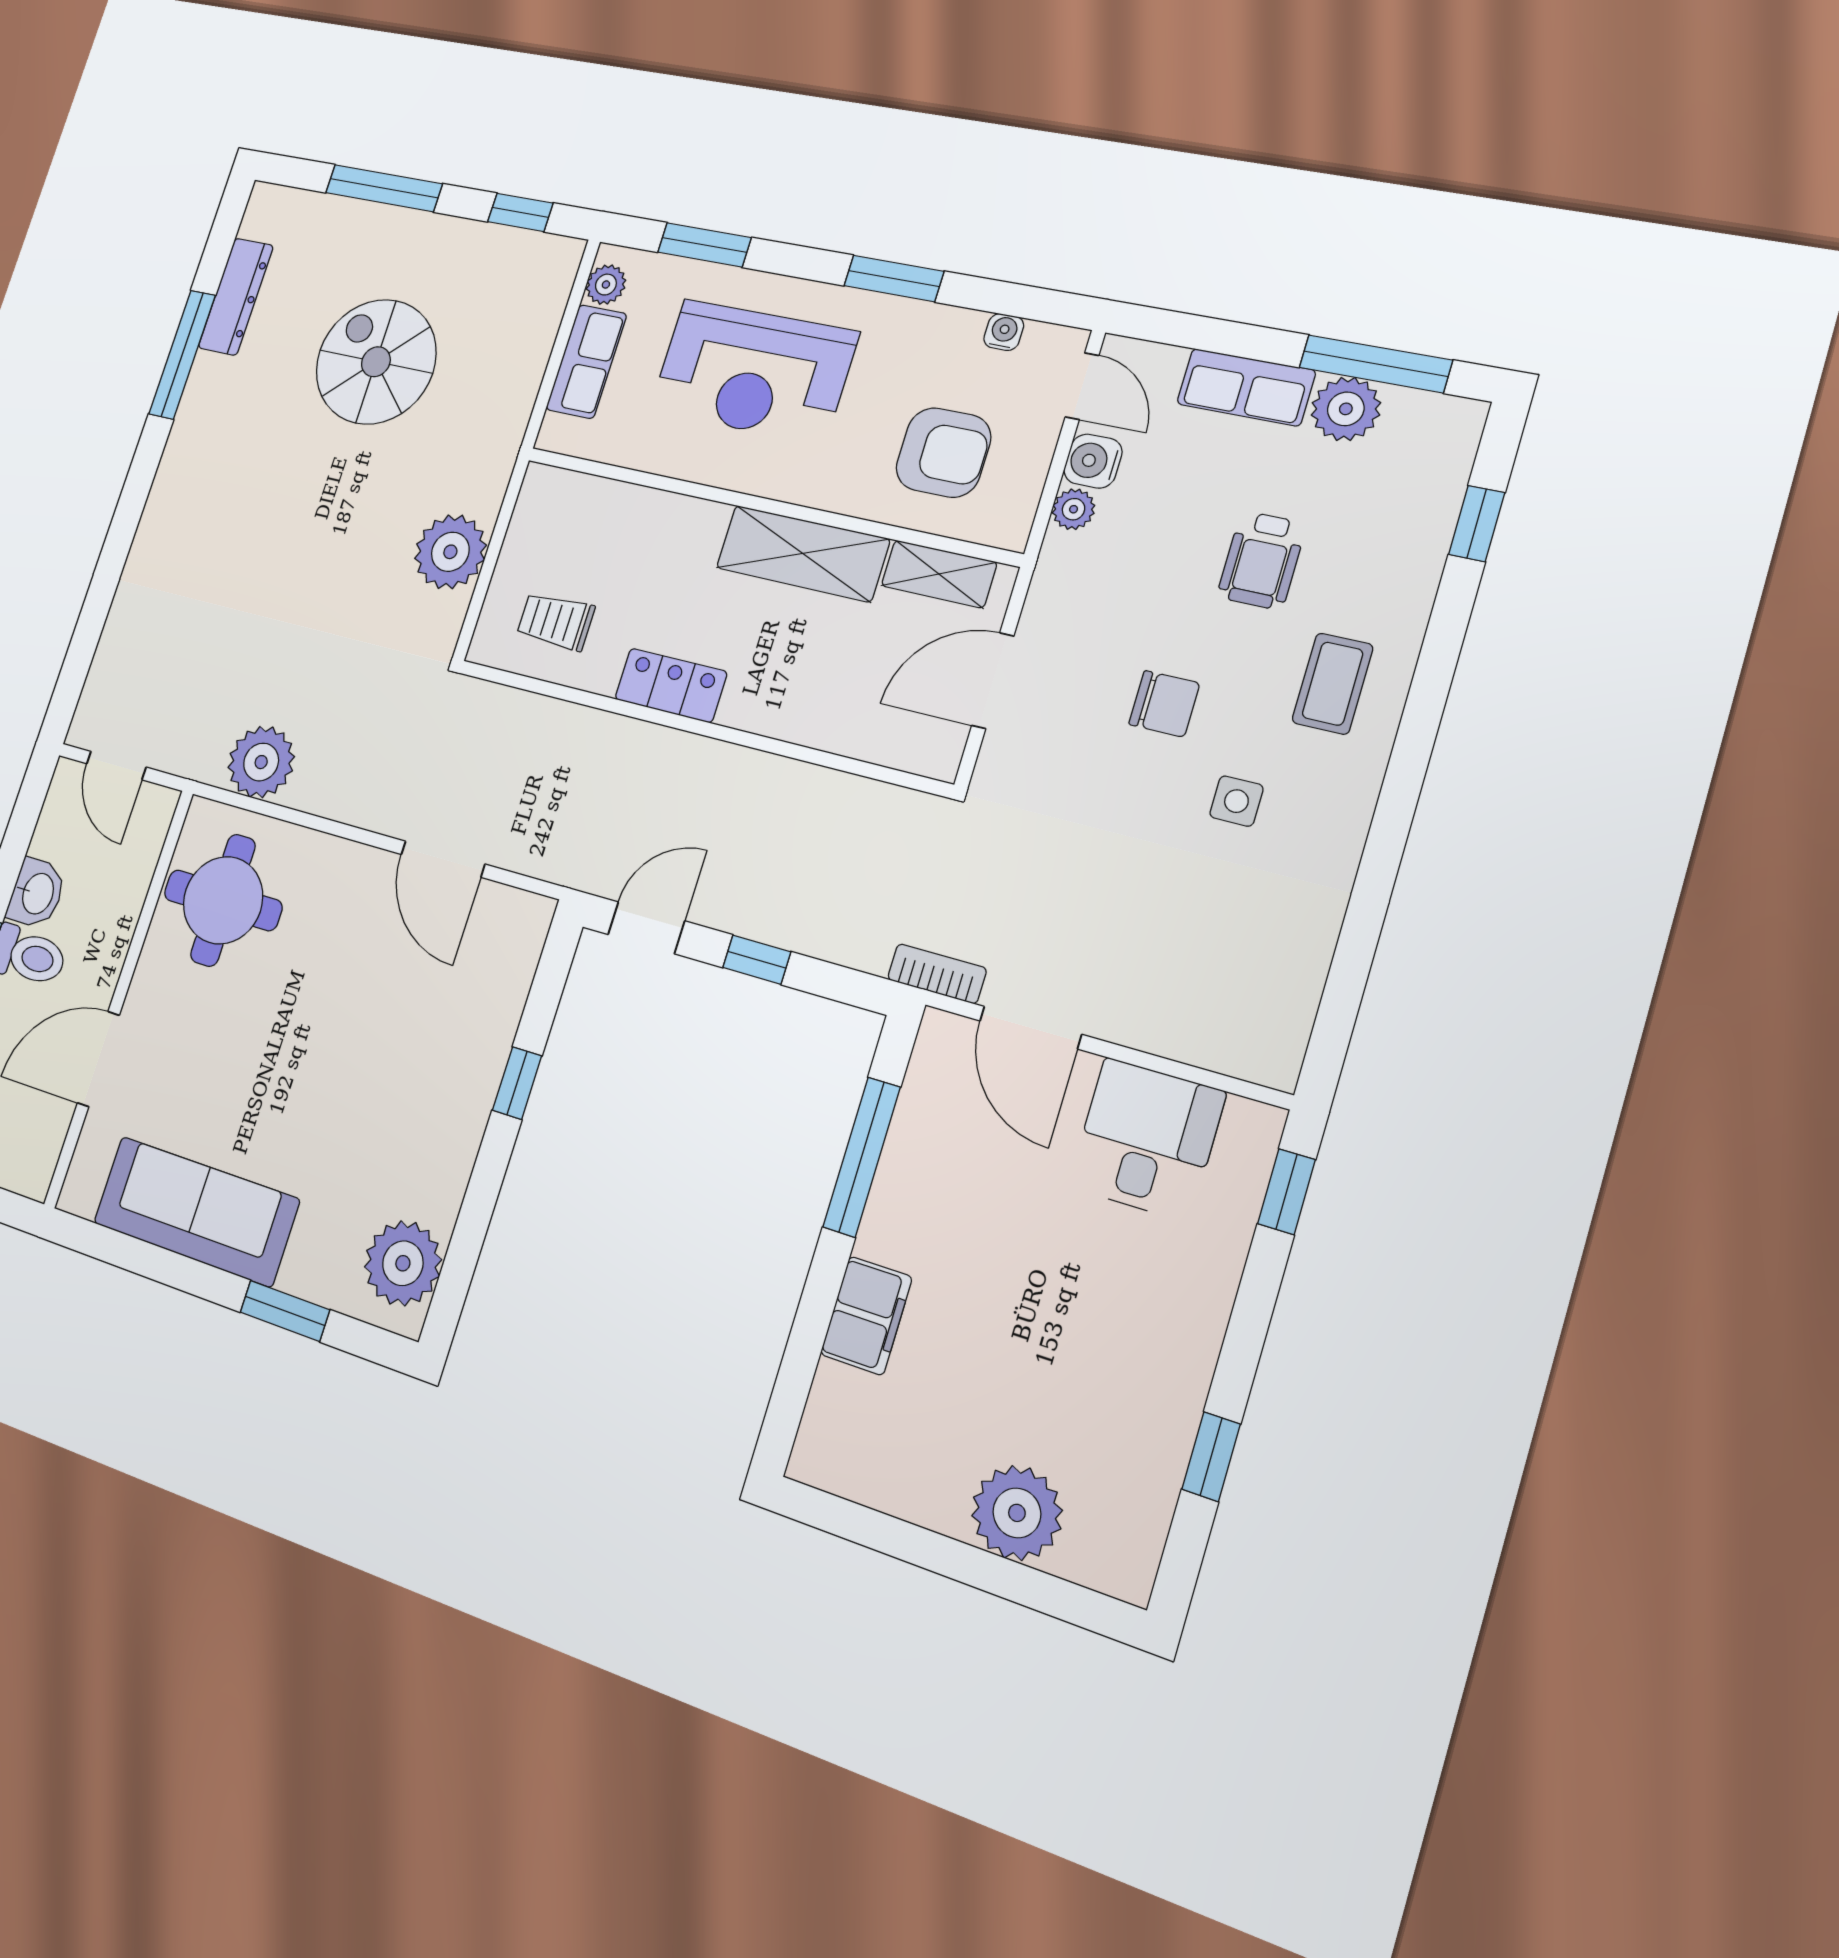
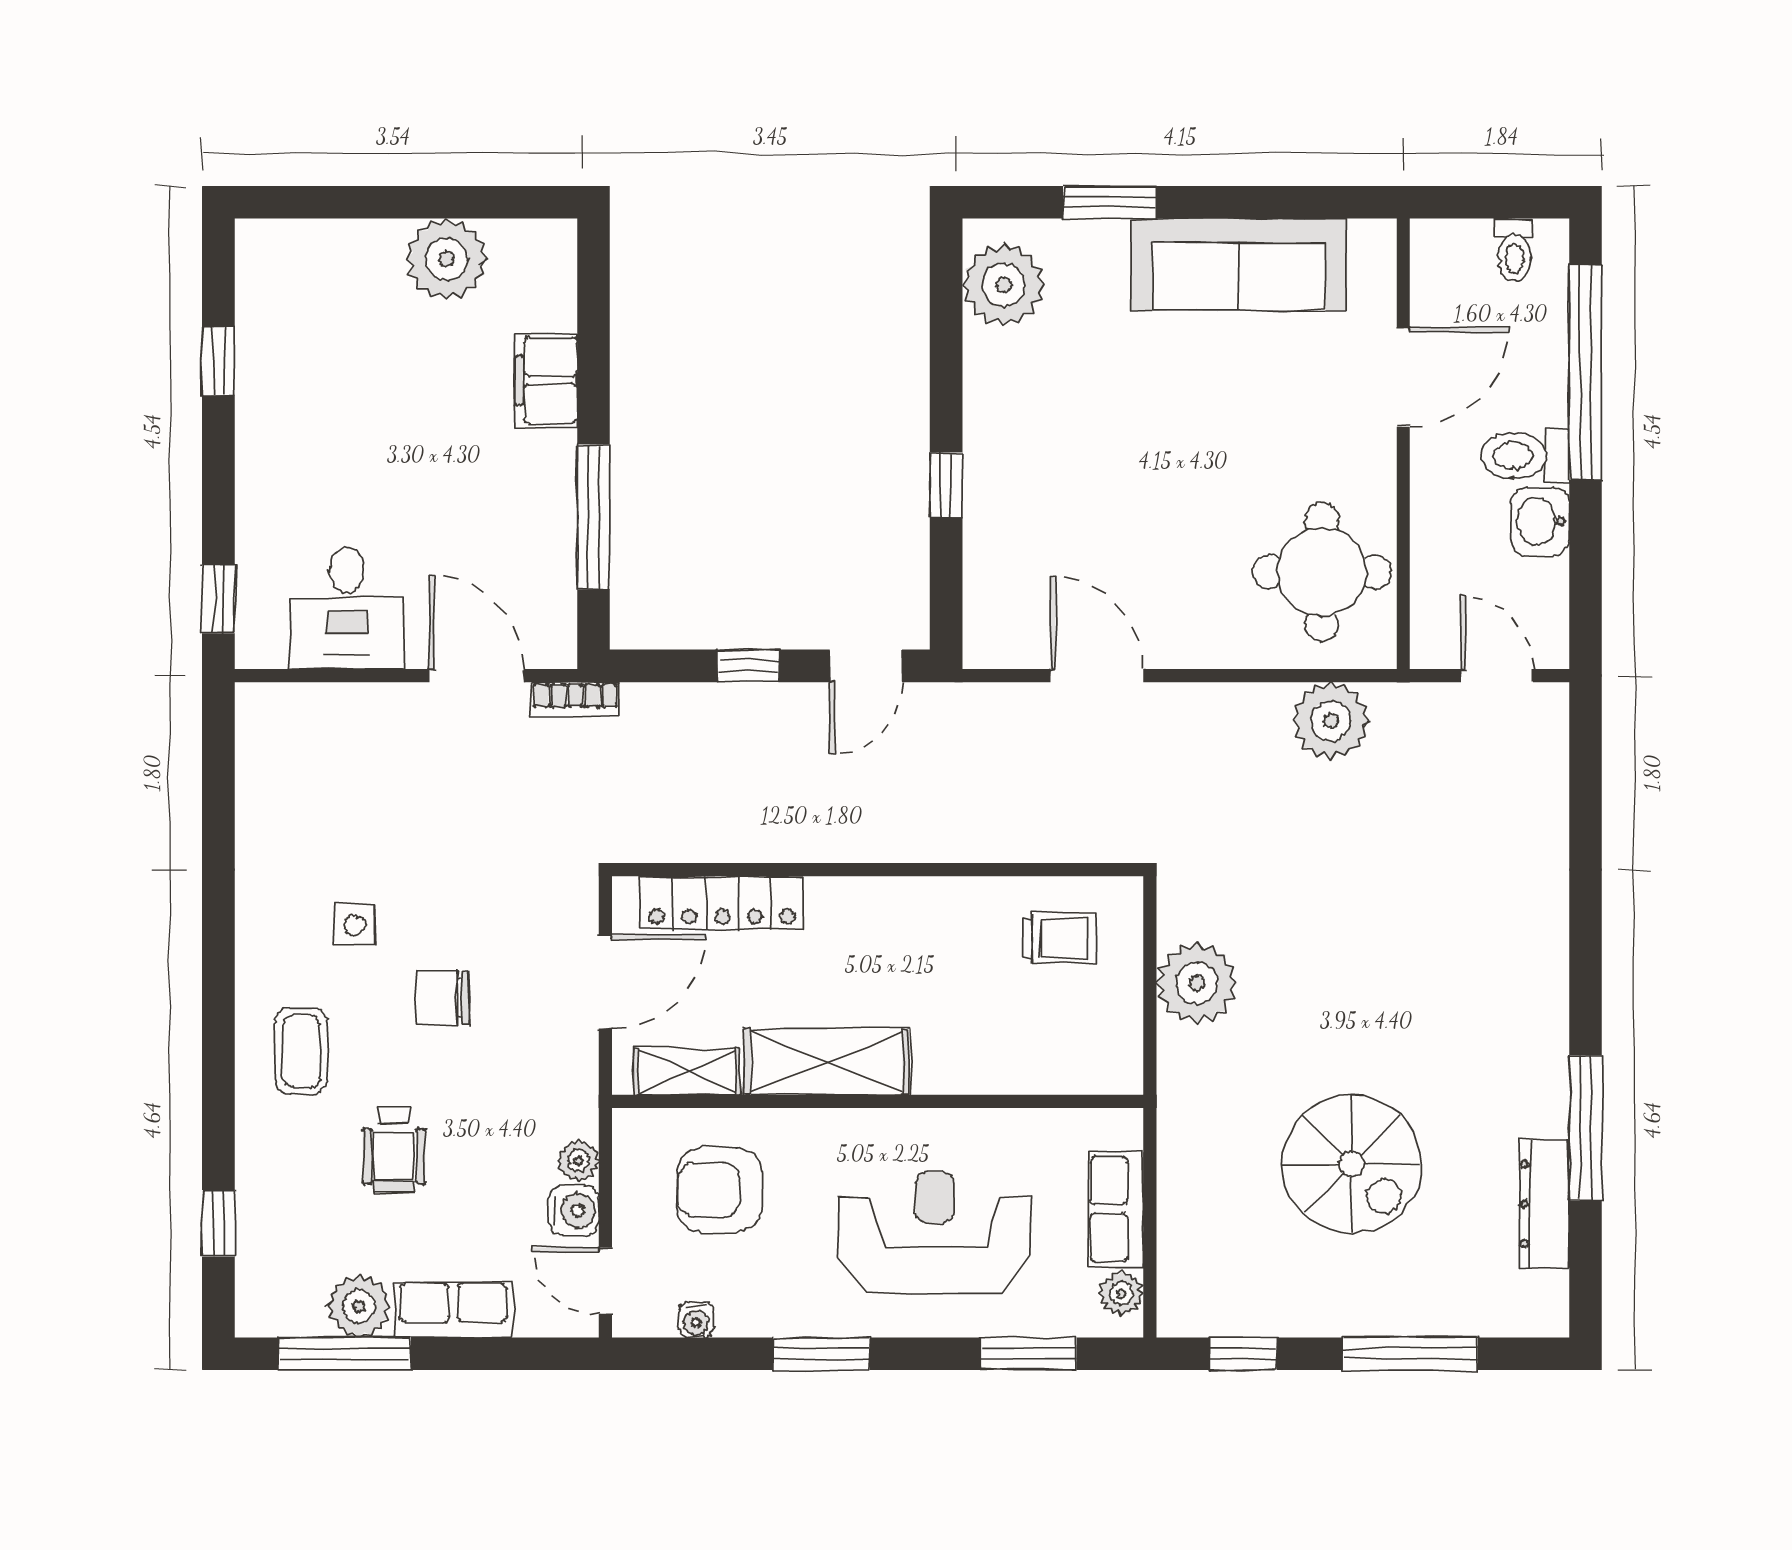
wheelchair: (1262, 560) -> (394, 1150), turned 180
locker: (671, 685) -> (722, 903), moved, width x1.53
plant: (1017, 1513) -> (447, 259), moved

